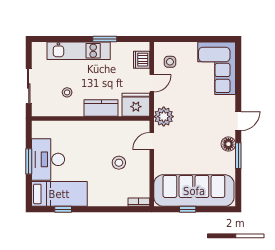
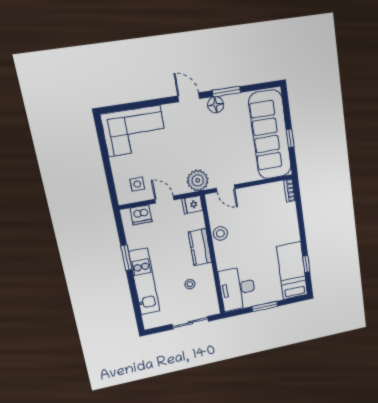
fridge: (136, 105) -> (192, 205), width x0.53, depth x0.75
desk: (48, 159) -> (237, 288), moved, turned 90
stool: (119, 163) -> (220, 233), moved

